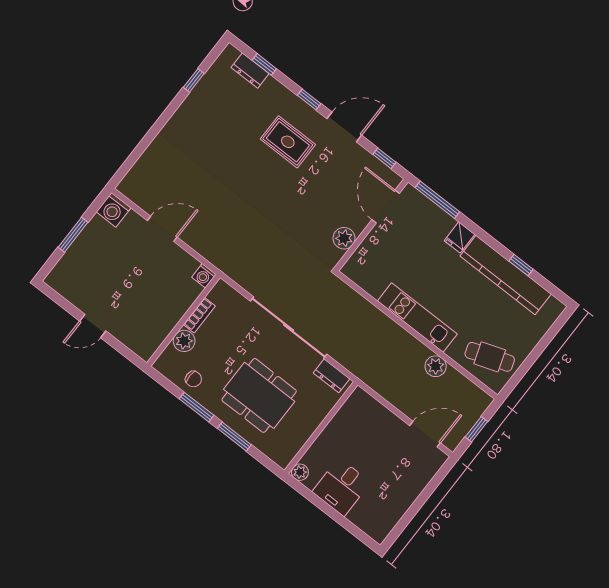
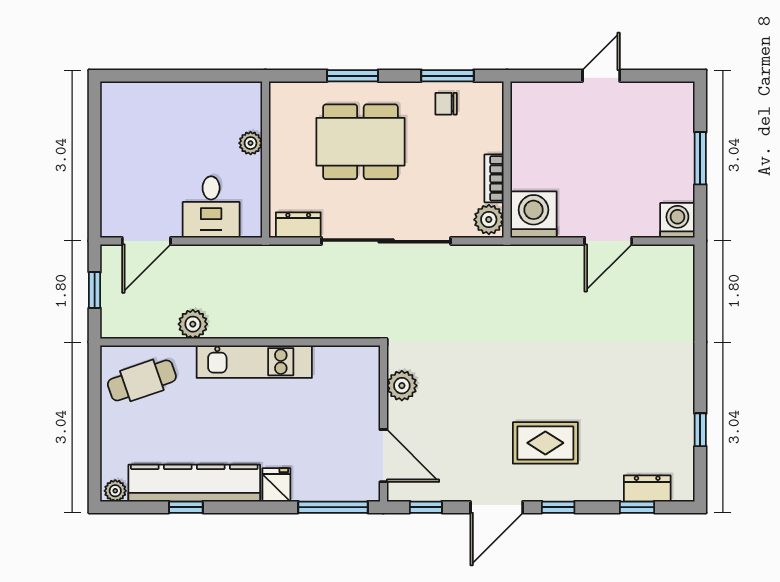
washing machine: (204, 276) -> (534, 214), width x1.89, depth x1.89
plant: (554, 306) -> (115, 491), added
plant: (184, 341) -> (489, 220), moved
window: (196, 407) -> (447, 76), moved
plant: (300, 472) -> (251, 143), moved
desk: (341, 487) -> (211, 207), moved, turned 180

